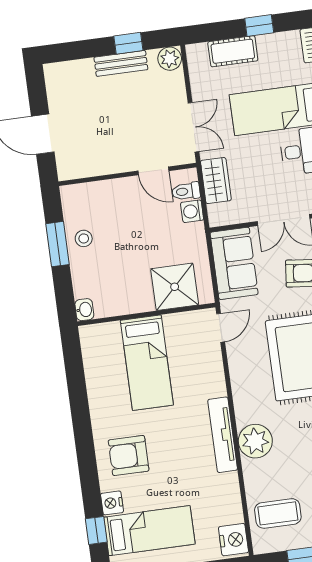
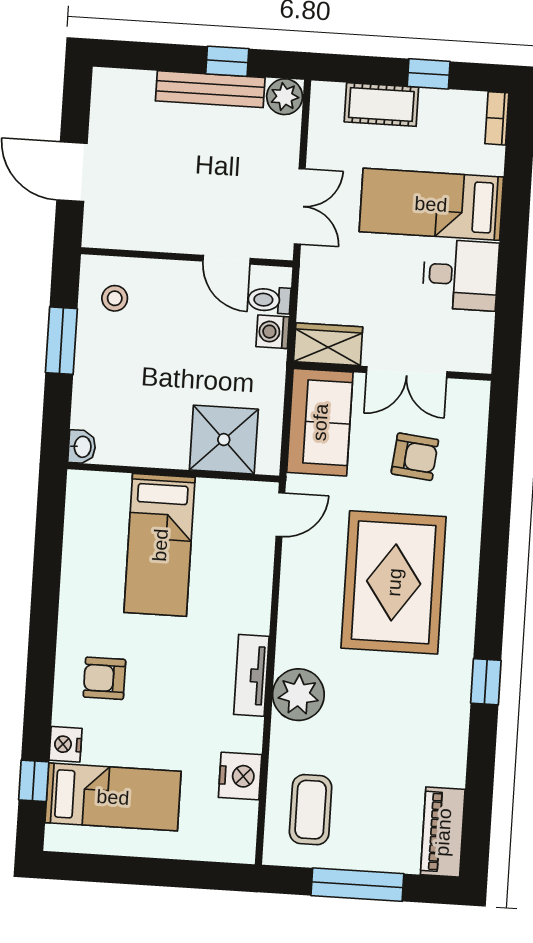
bench: (121, 63) -> (210, 89), width x1.36
wardrobe: (216, 181) -> (328, 344), moved, turned -90
stool: (84, 238) -> (115, 298), moved
tv unit: (223, 435) -> (251, 675), width x0.71
armchair: (129, 456) -> (104, 678), width x0.72, depth x0.72
coffee table: (278, 513) -> (311, 810), turned 90
nightstand: (233, 540) -> (240, 776), moved

